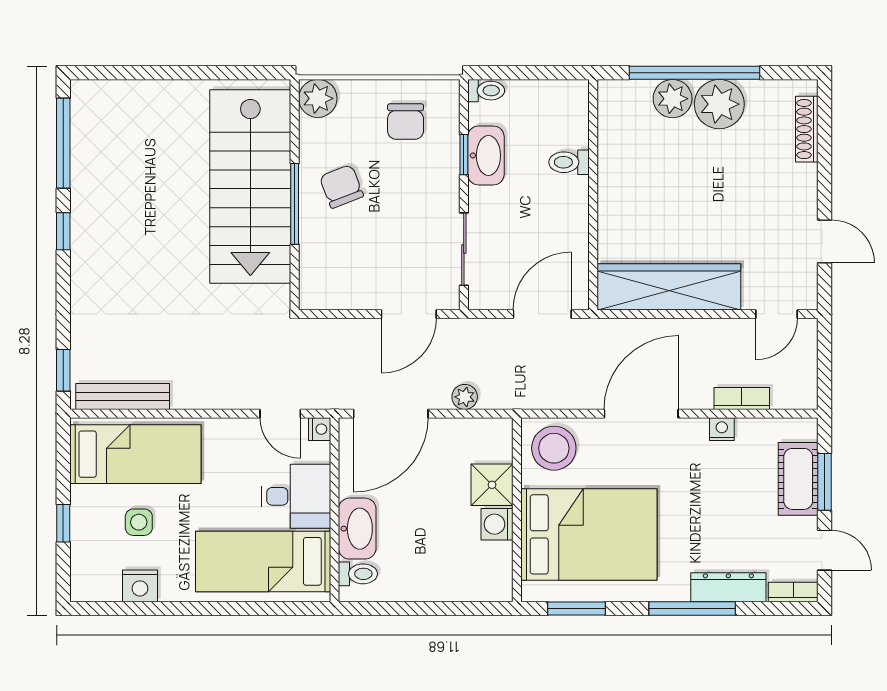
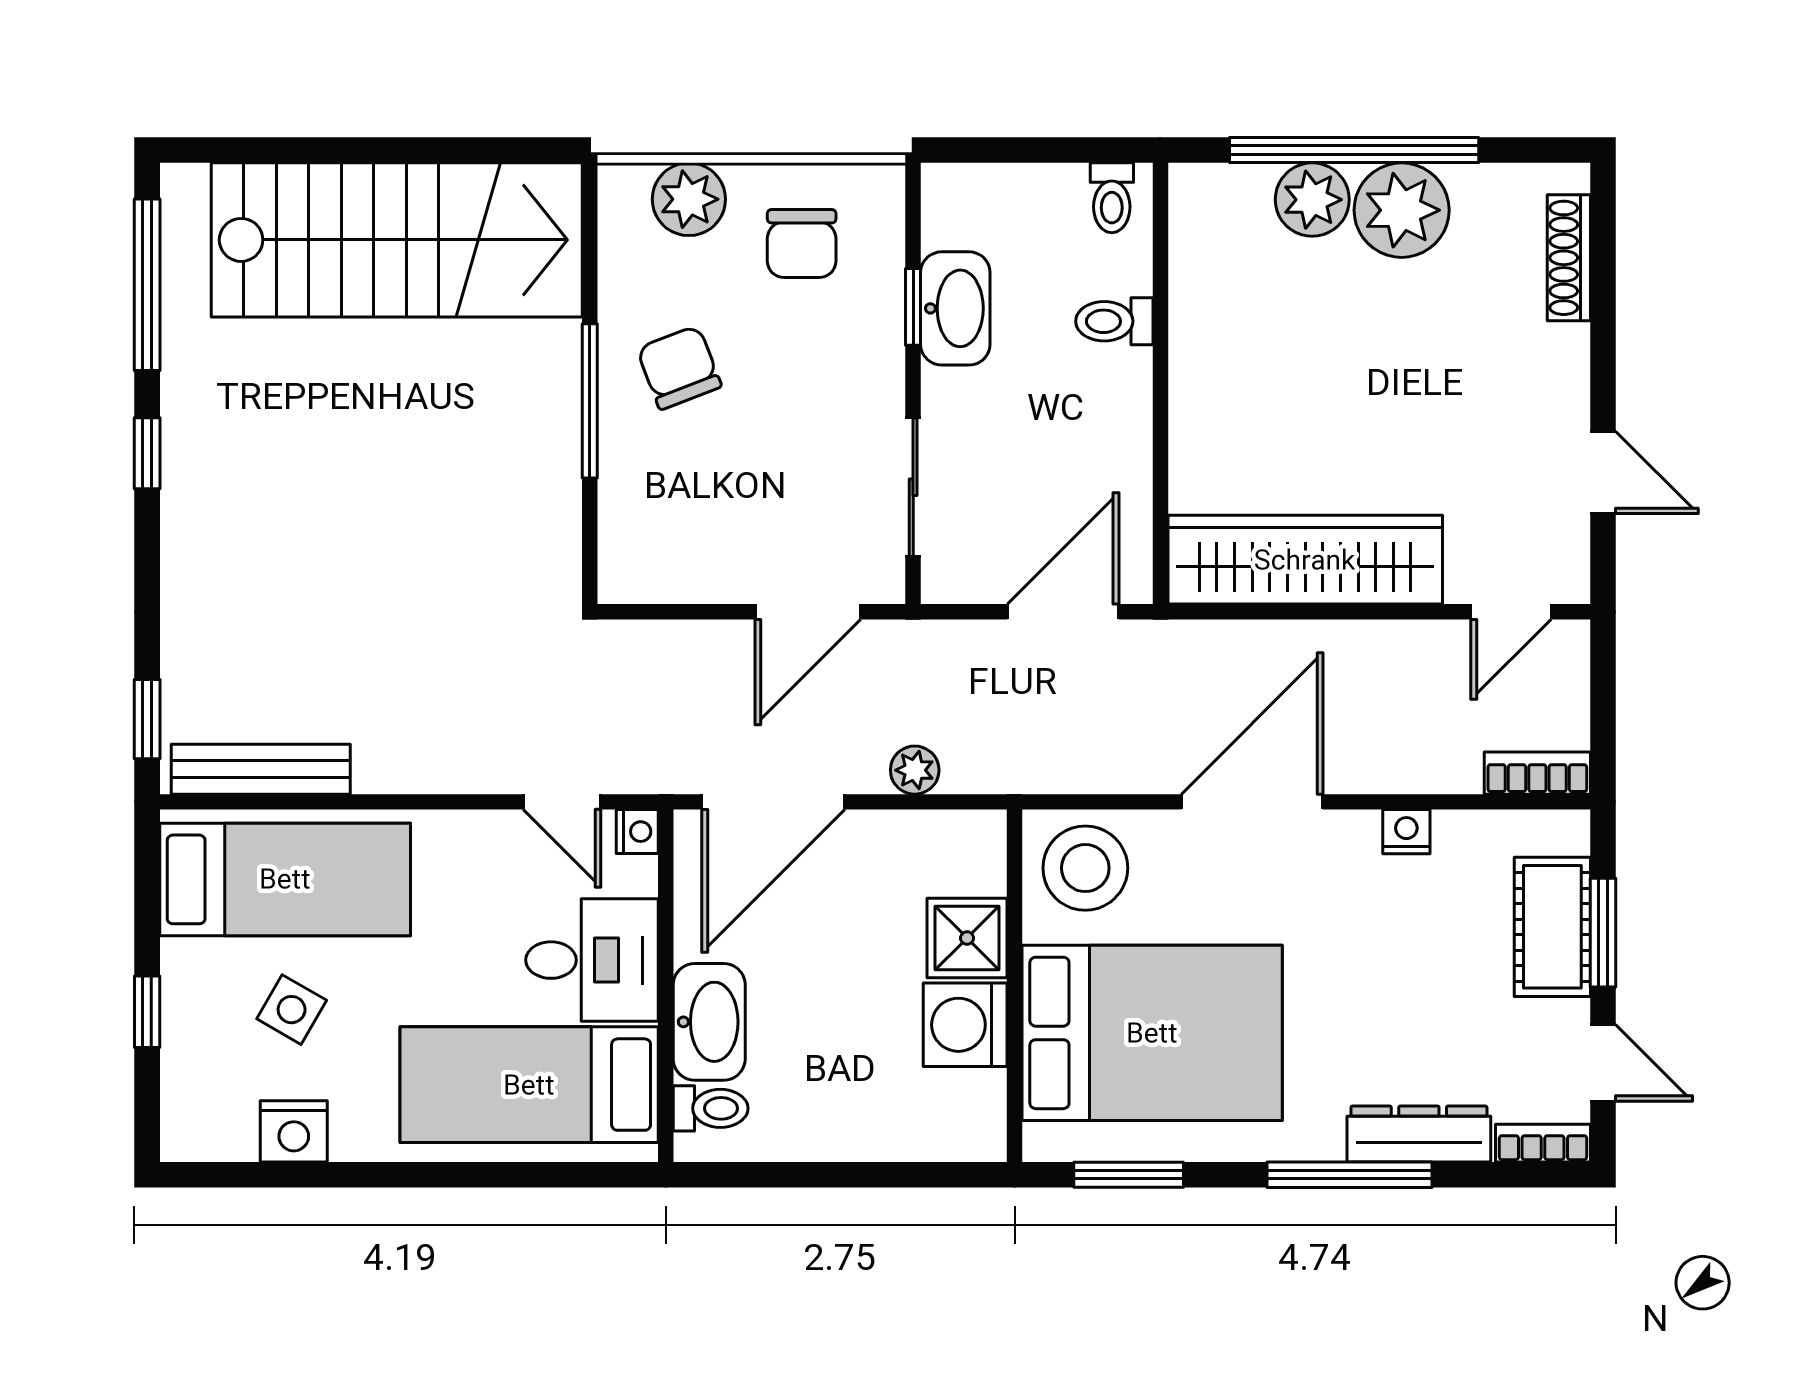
toilet: (486, 91) -> (1112, 198), moved, turned 90
plant: (318, 98) -> (689, 199), moved
stairs: (250, 187) -> (397, 240), moved, turned -90
bookcase: (742, 399) -> (1537, 773), moved
side table: (139, 522) -> (292, 1010), turned 30
washing machine: (497, 524) -> (965, 1025), width x1.38, depth x1.38

